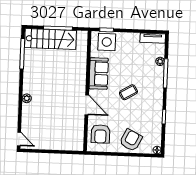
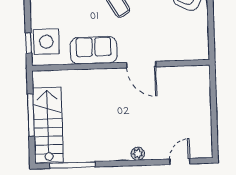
door: (87, 105) -> (141, 65), swing flipped
armchair: (100, 134) -> (182, 41), removed
door: (19, 139) -> (180, 161), moved

